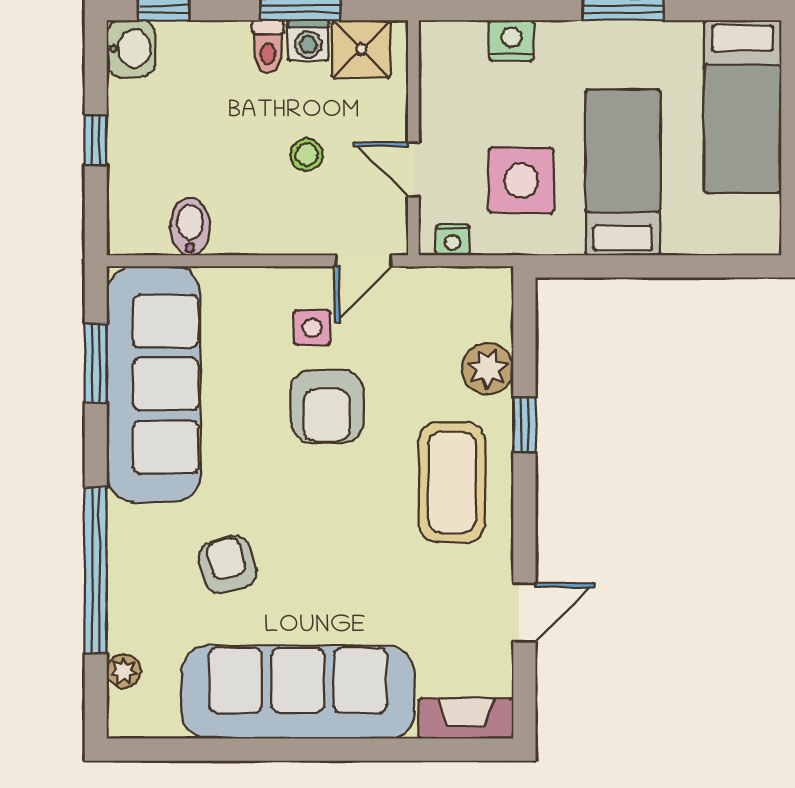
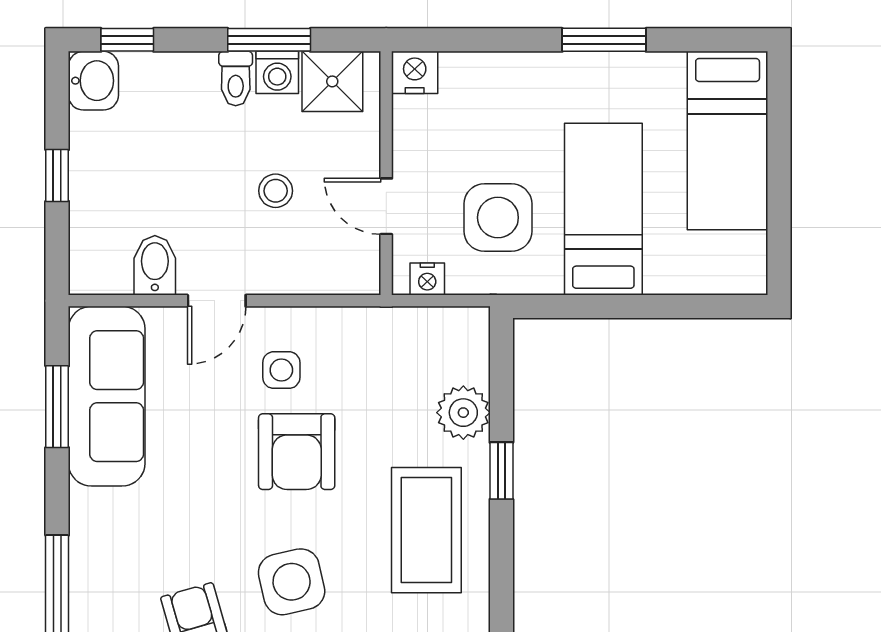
nightstand: (511, 40) -> (415, 72), moved
door: (363, 261) -> (217, 301), moved
sofa: (154, 384) -> (107, 396), width x0.74, depth x0.79
side table: (322, 532) -> (292, 582), added

